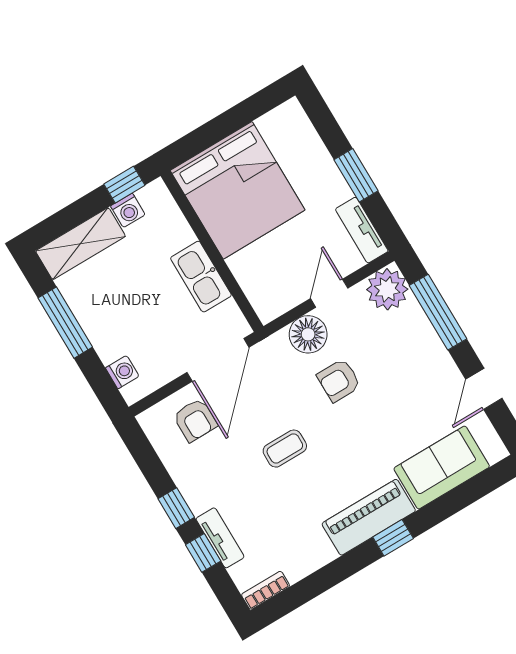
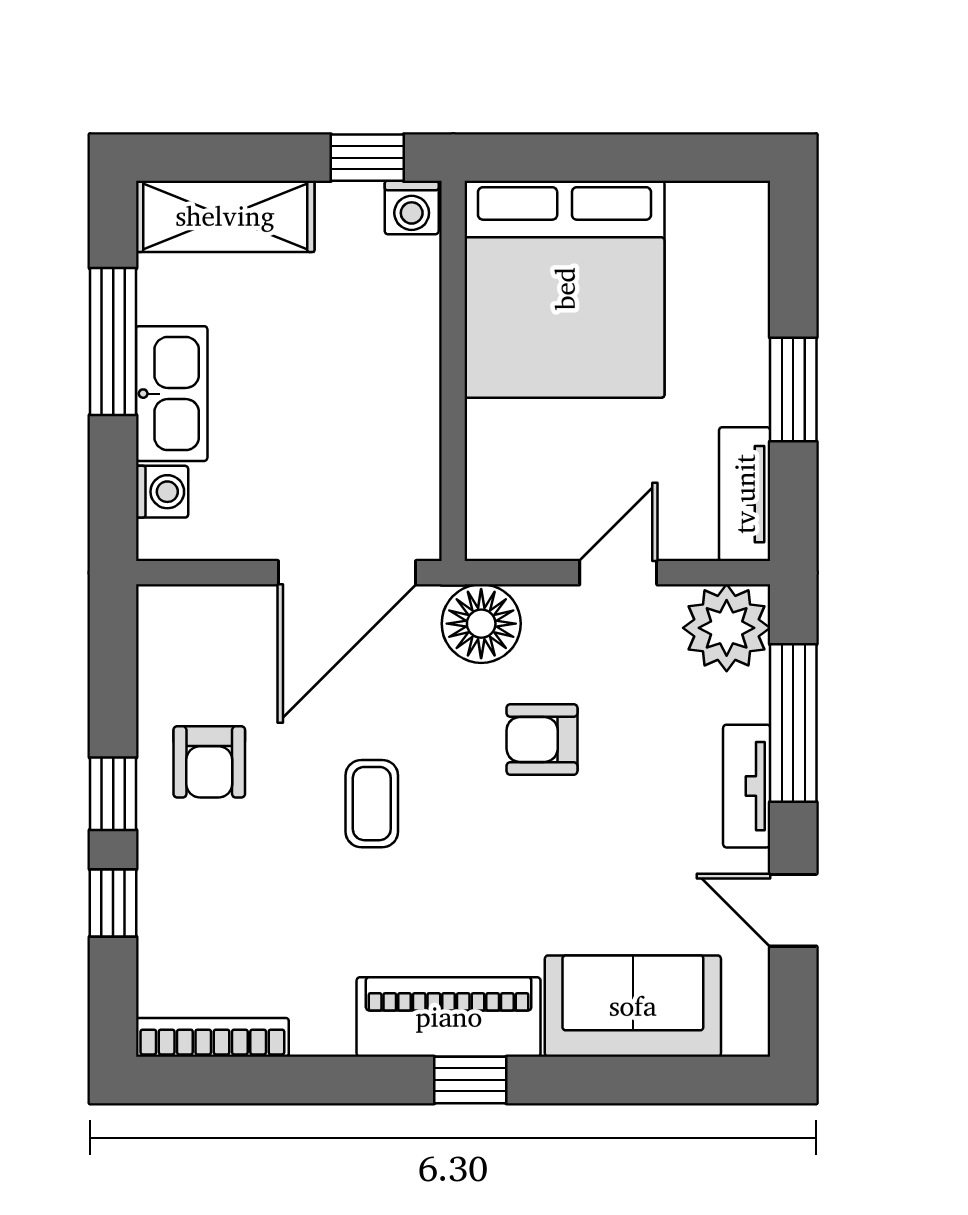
washing machine: (128, 210) -> (412, 208), moved
kitchen sink: (201, 277) -> (172, 394), moved, turned 180
floor lamp: (308, 334) -> (481, 624), moved
door: (484, 389) -> (793, 910), hinge flipped
armchair: (195, 420) -> (209, 762), moved
coffee table: (285, 449) -> (372, 804), turned 90
tv unit: (220, 538) -> (747, 786), moved, turned 180
bookcase: (266, 590) -> (212, 1037), width x1.56

